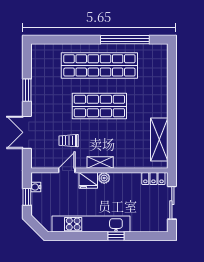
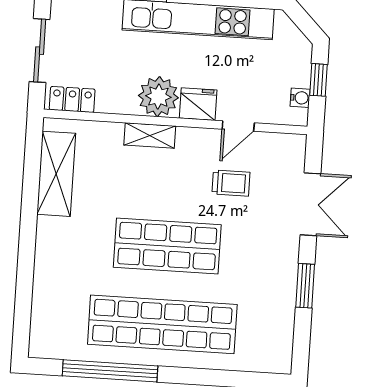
shelving: (100, 163) -> (150, 136), moved
plant: (104, 178) -> (158, 97), width x1.87, depth x1.87

